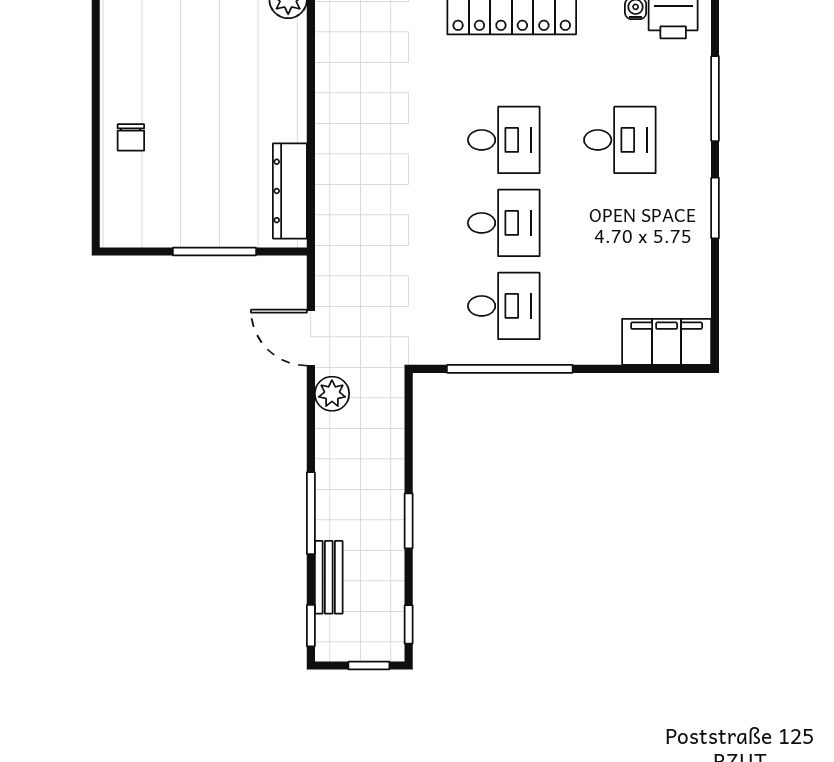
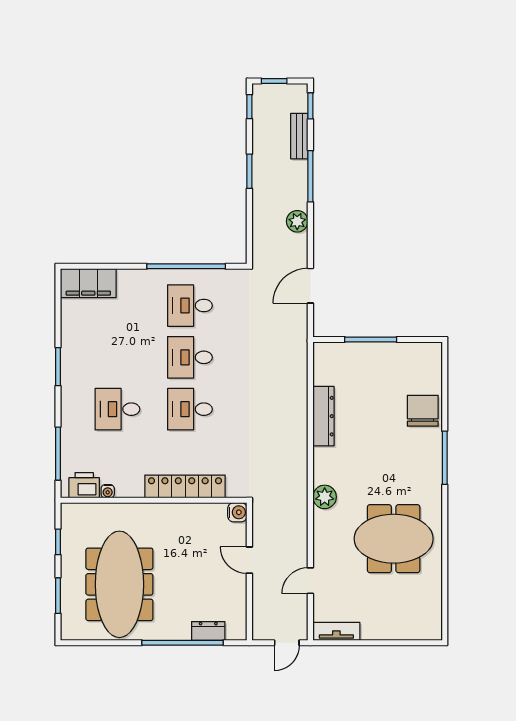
window: (96, 62) -> (445, 458), added
window: (715, 99) -> (58, 454), moved
chair: (131, 137) -> (423, 411), width x1.87, depth x1.87
dresser: (290, 191) -> (323, 416), moved
door: (311, 338) -> (310, 286), swing flipped
plant: (332, 394) -> (297, 221), moved

